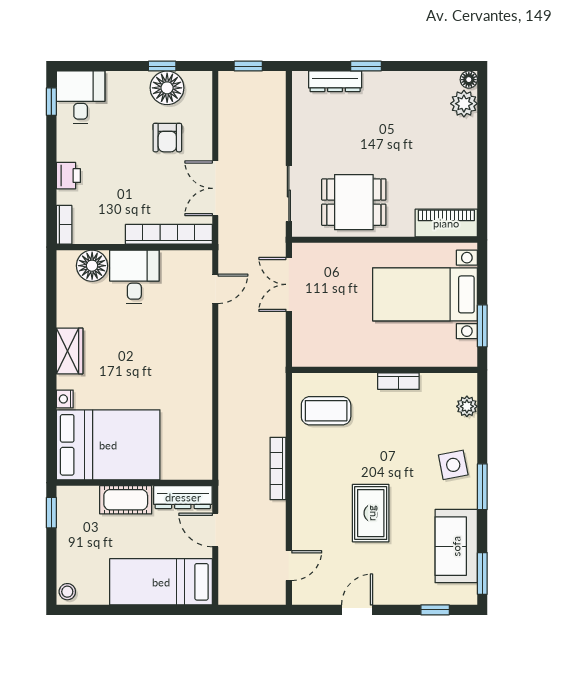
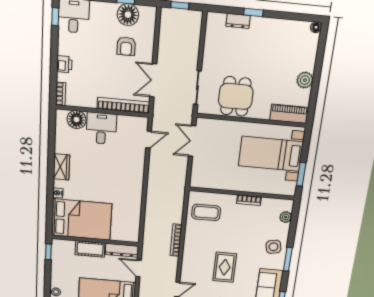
dresser: (335, 81) -> (238, 21), width x0.70
plant: (464, 104) -> (305, 80), moved
dining table: (354, 202) -> (236, 96), turned 90

